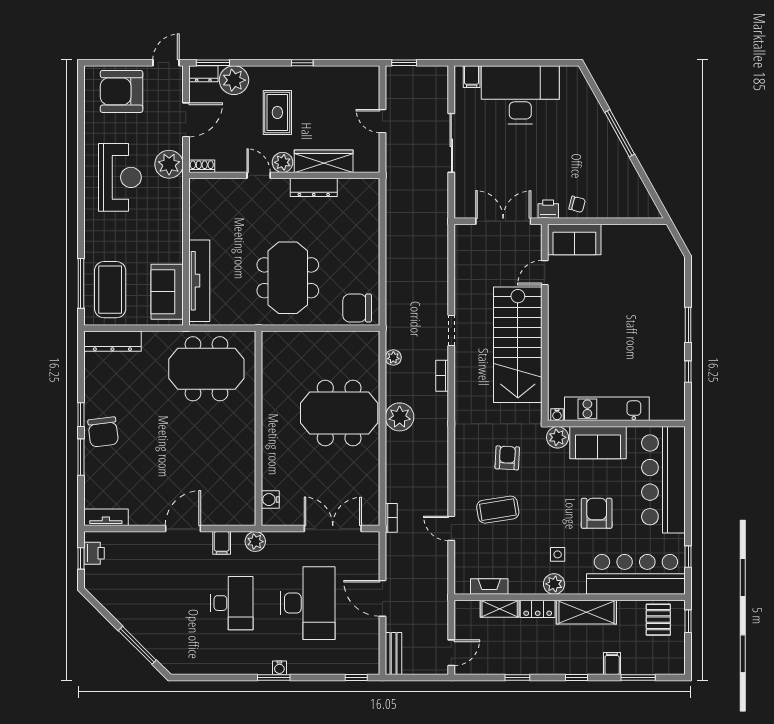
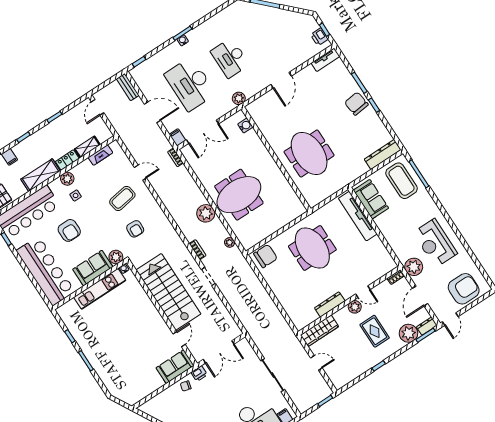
wardrobe: (324, 161) -> (319, 331), moved
meeting table: (206, 369) -> (309, 154), moved, turned 90
filing cabinet: (222, 543) -> (177, 137), moved

